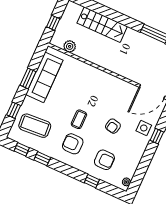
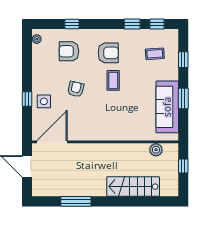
coffee table: (35, 126) -> (155, 54), width x0.54, depth x0.58

